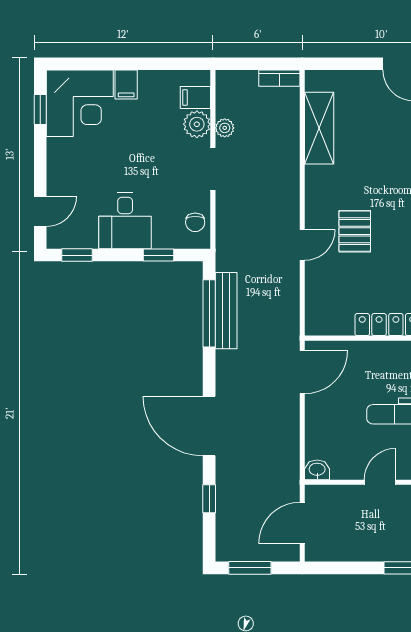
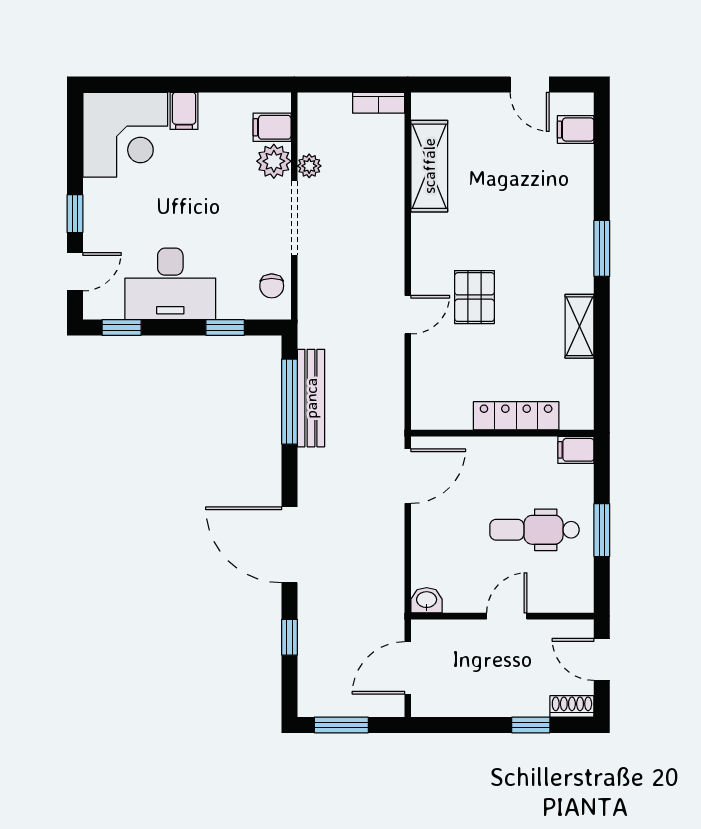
window: (40, 110) -> (75, 214), moved
doorway: (213, 169) -> (294, 218), width x1.38
desk: (125, 221) -> (170, 284), width x1.37

